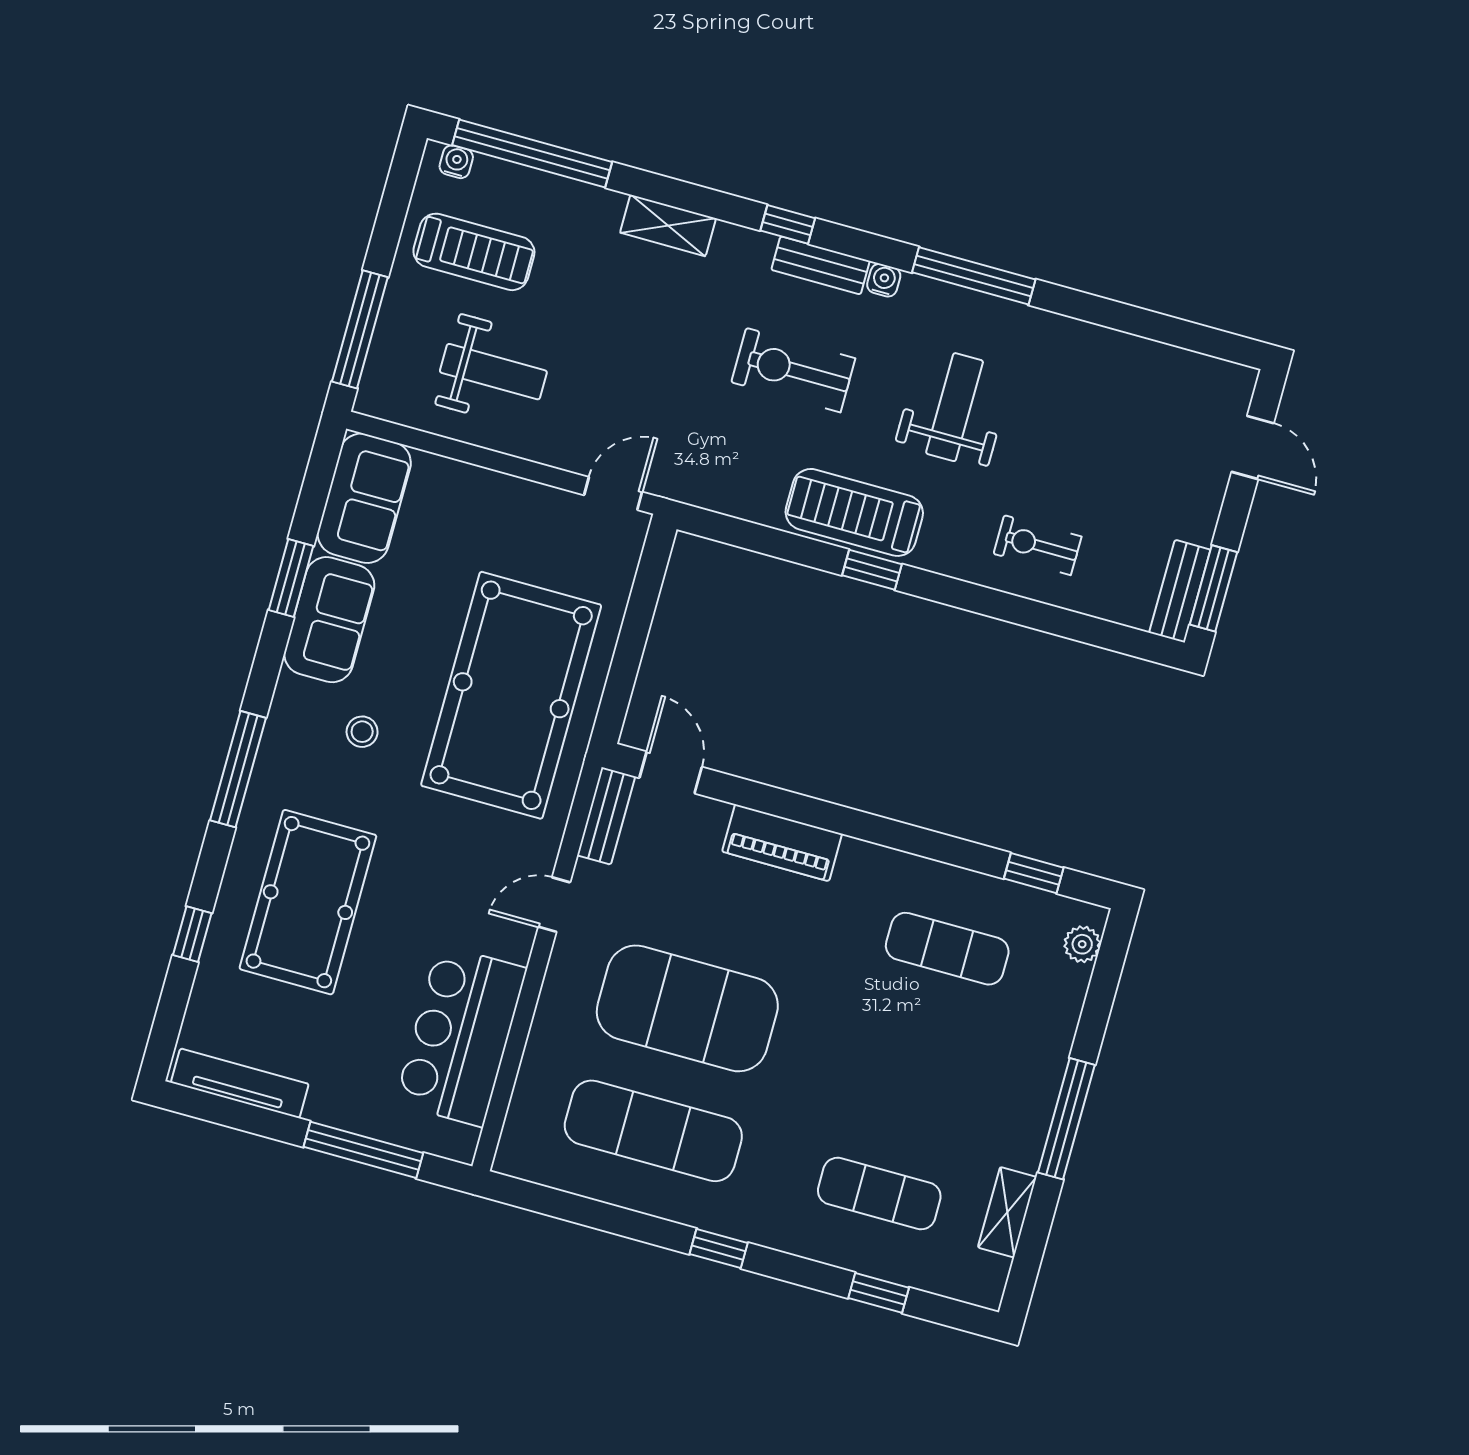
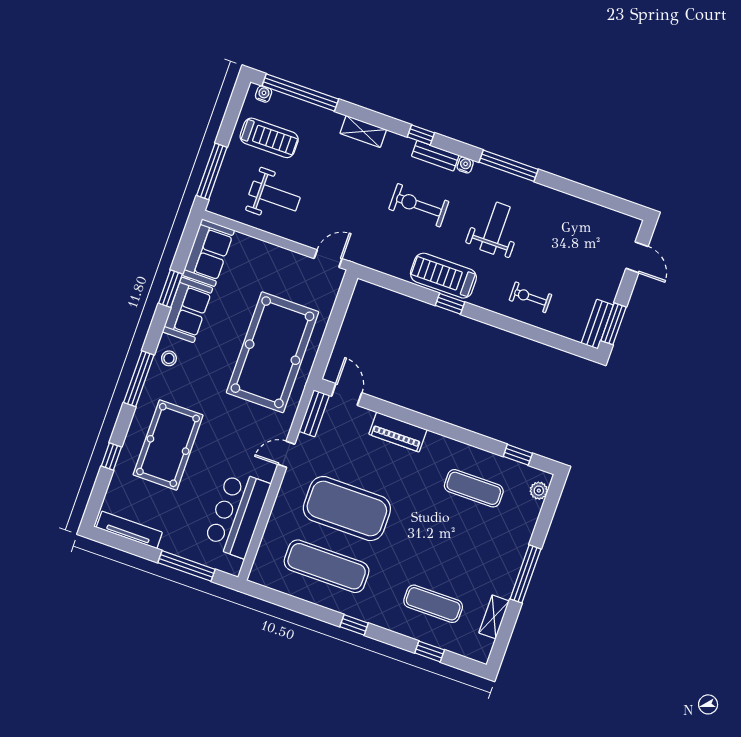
stool: (362, 732) -> (169, 358), moved

